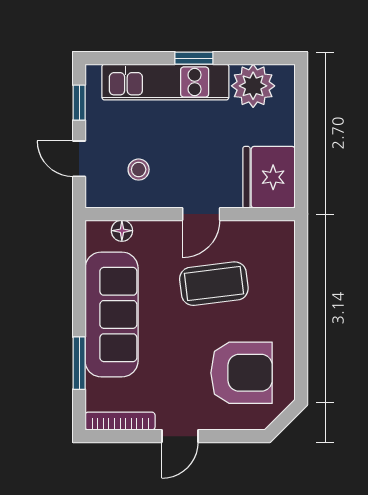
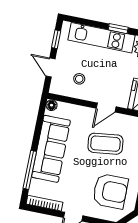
floor lamp: (122, 231) -> (52, 105), moved
window: (79, 363) -> (30, 170), width x1.44

